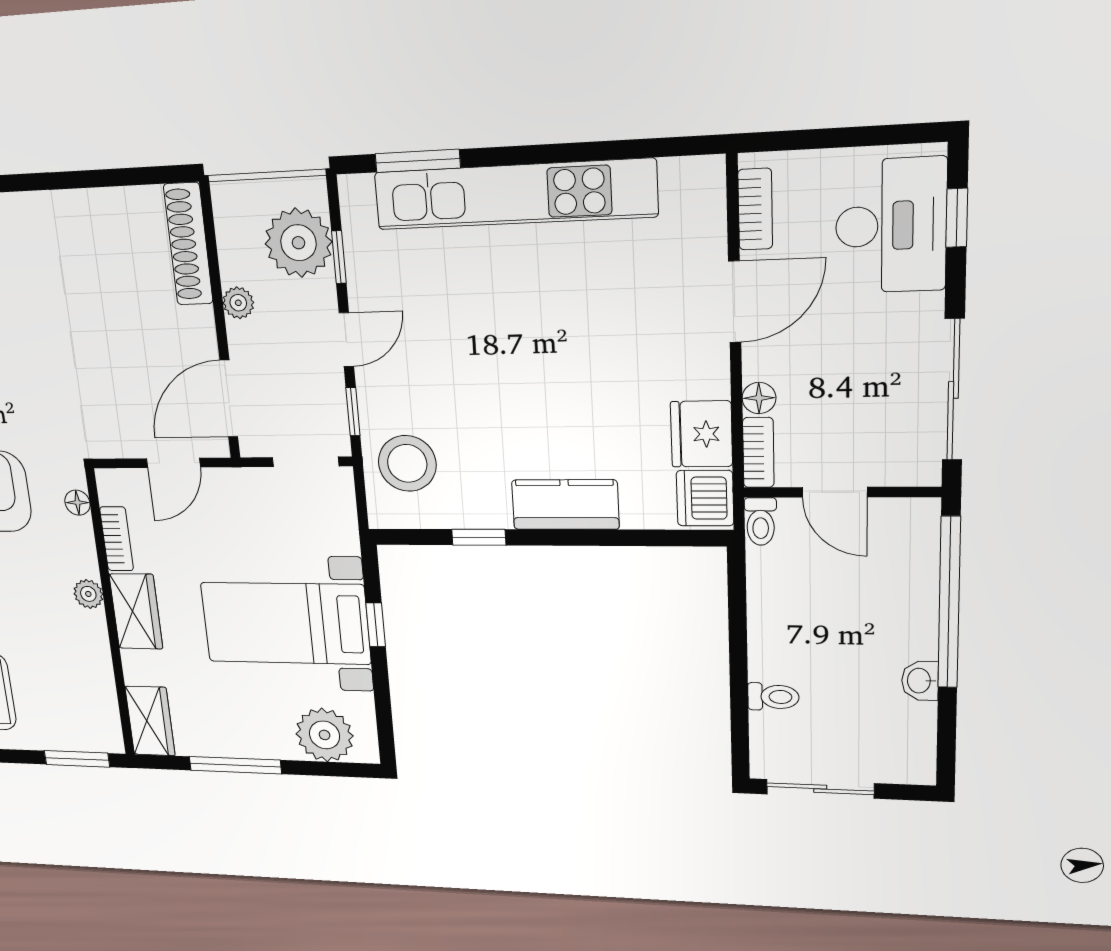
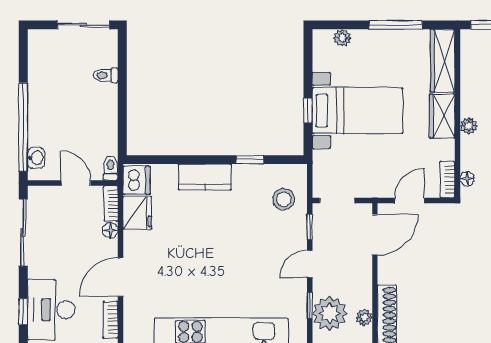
plant: (238, 303) -> (364, 318), moved
stool: (407, 463) -> (284, 199), width x0.73, depth x0.73
bookcase: (117, 539) -> (448, 180), moved
washbasin: (920, 681) -> (36, 158), moved
wardrobe: (150, 721) -> (443, 61), width x1.50
plant: (325, 735) -> (342, 38), width x0.53, depth x0.53

